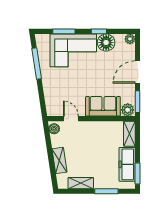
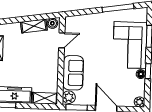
floor lamp: (106, 43) -> (141, 74), width x0.53, depth x0.53
shelving: (59, 160) -> (34, 26), moved

